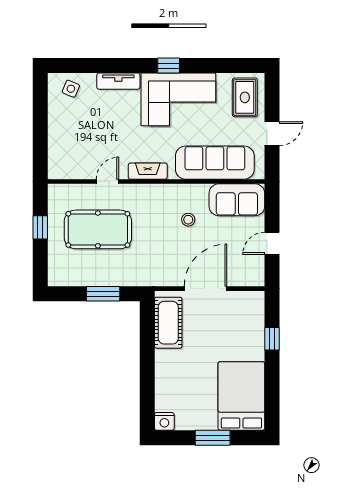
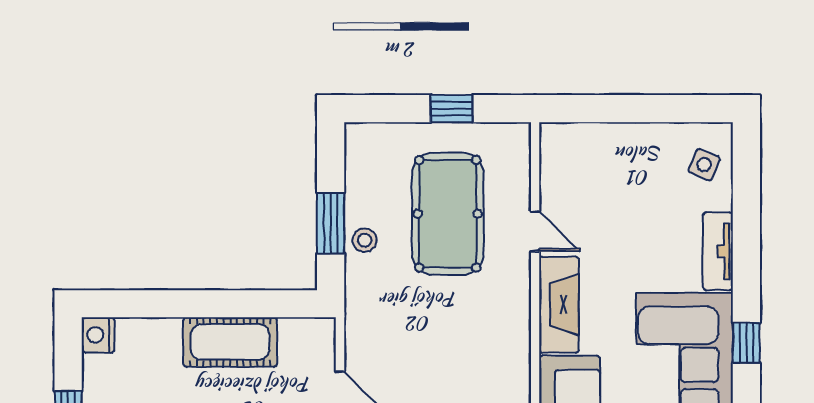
fireplace: (148, 171) -> (559, 305), width x1.37, depth x1.32
stool: (188, 220) -> (365, 240), moved
cot: (168, 323) -> (230, 342), moved

